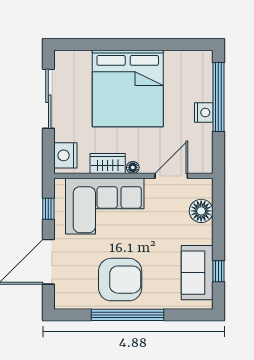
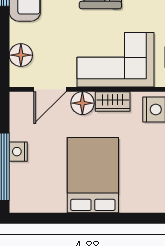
bed: (128, 88) -> (93, 175), width x0.73
floor lamp: (133, 167) -> (82, 103), width x1.89, depth x1.89

